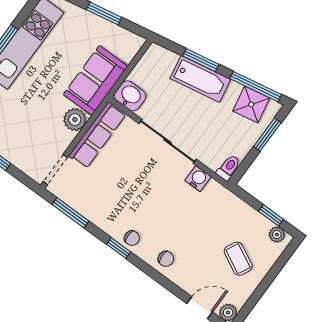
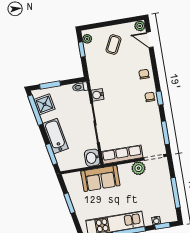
window: (201, 60) -> (51, 154), moved
plant: (75, 120) -> (139, 168), moved

